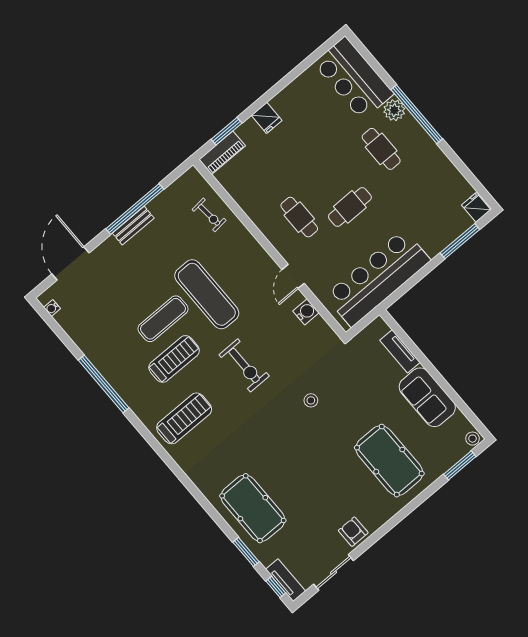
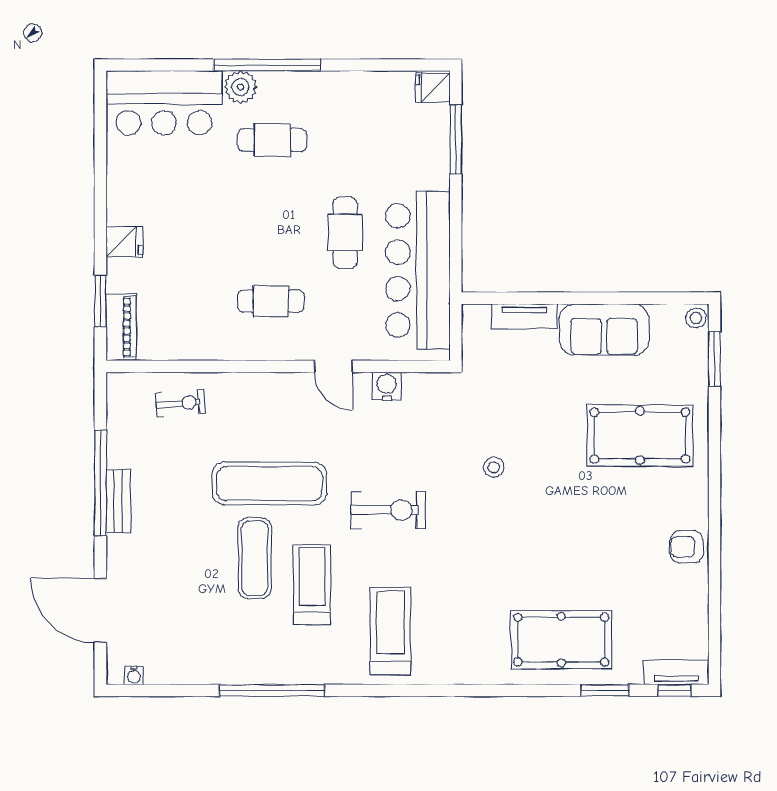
cafe table: (350, 207) -> (345, 233), moved
sliding door: (334, 572) -> (714, 609), removed

